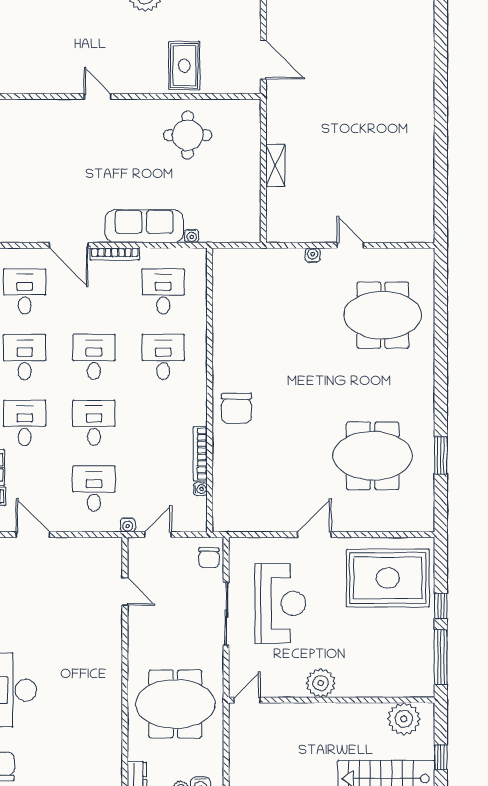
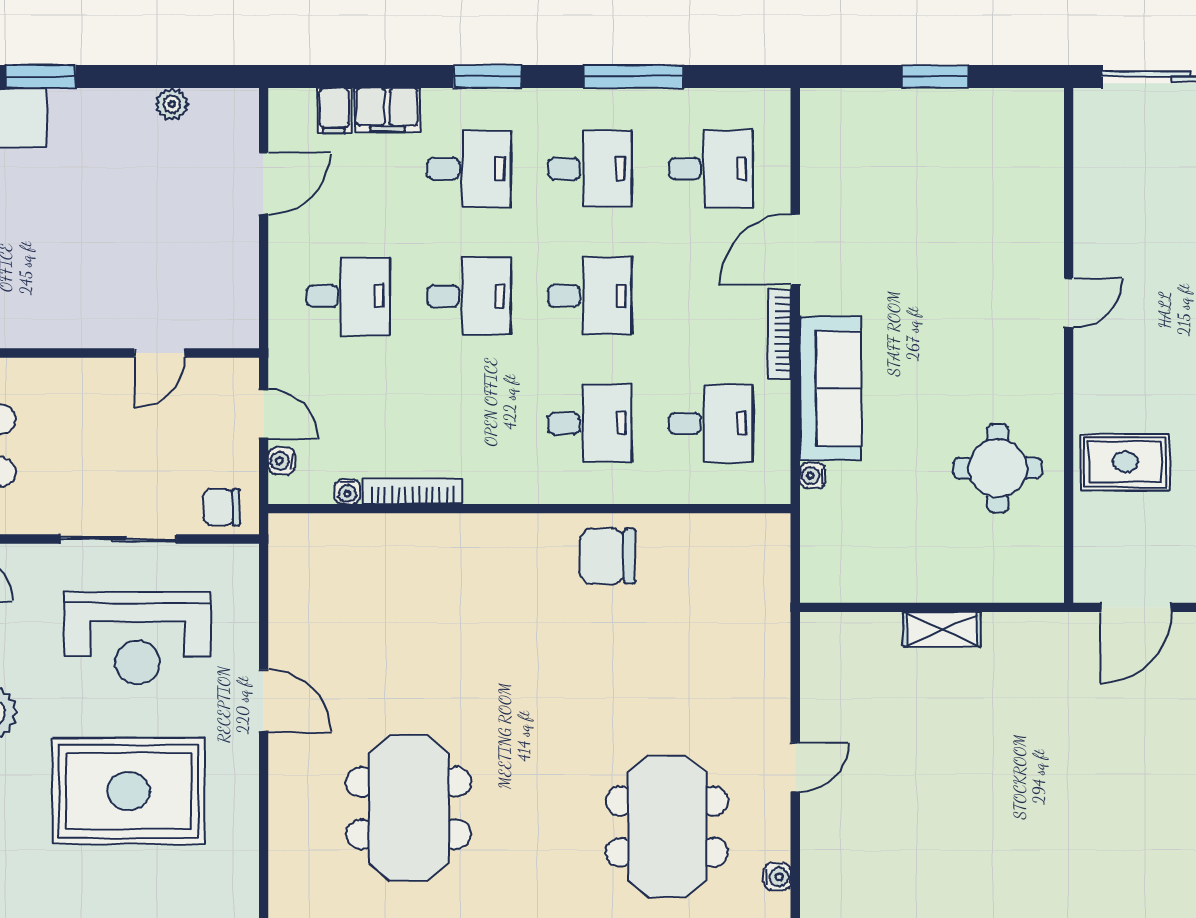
water cooler: (313, 255) -> (777, 877), moved
chair: (236, 408) -> (607, 556), moved
water cooler: (128, 525) -> (282, 461), moved
rug: (388, 578) -> (129, 791), moved, turned 90

